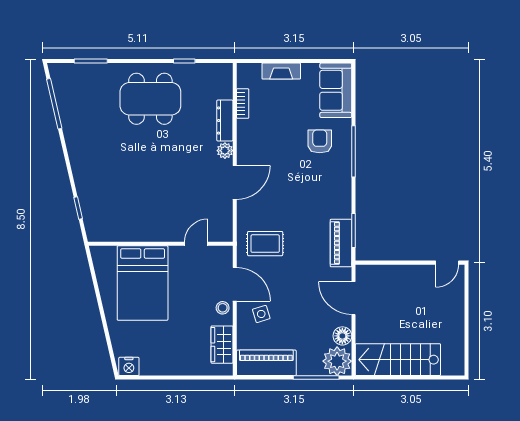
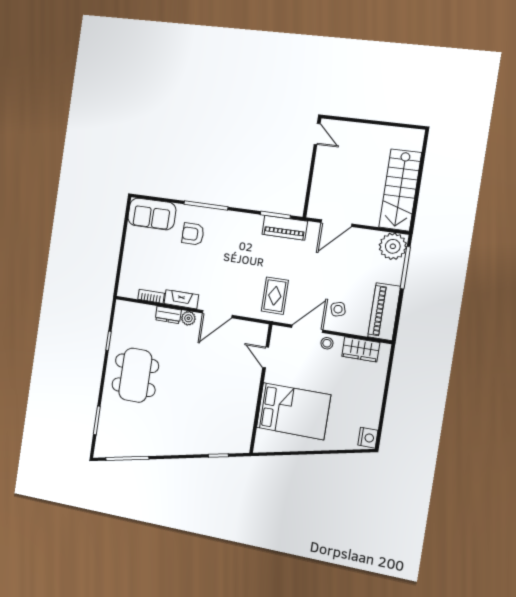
fireplace: (281, 71) -> (181, 299), moved, turned -90
dresser: (225, 121) -> (168, 315), width x0.70
door: (235, 183) -> (217, 314), swing flipped
floor lamp: (342, 336) -> (370, 238), removed

